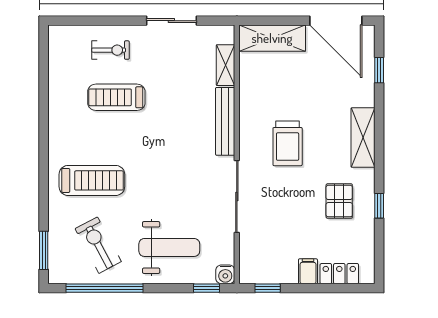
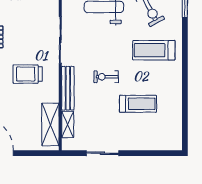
shelving: (272, 38) -> (50, 124), moved, turned 90
exercise bike: (110, 50) -> (106, 77), moved
trolley: (288, 143) -> (28, 74), turned -90

